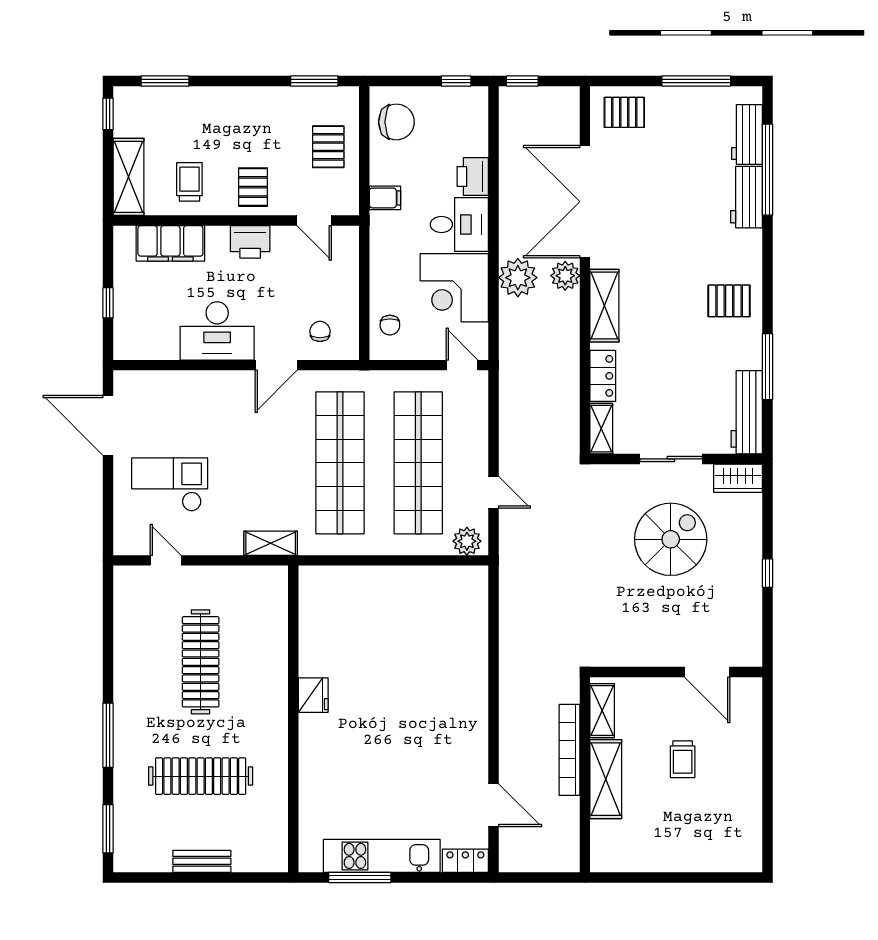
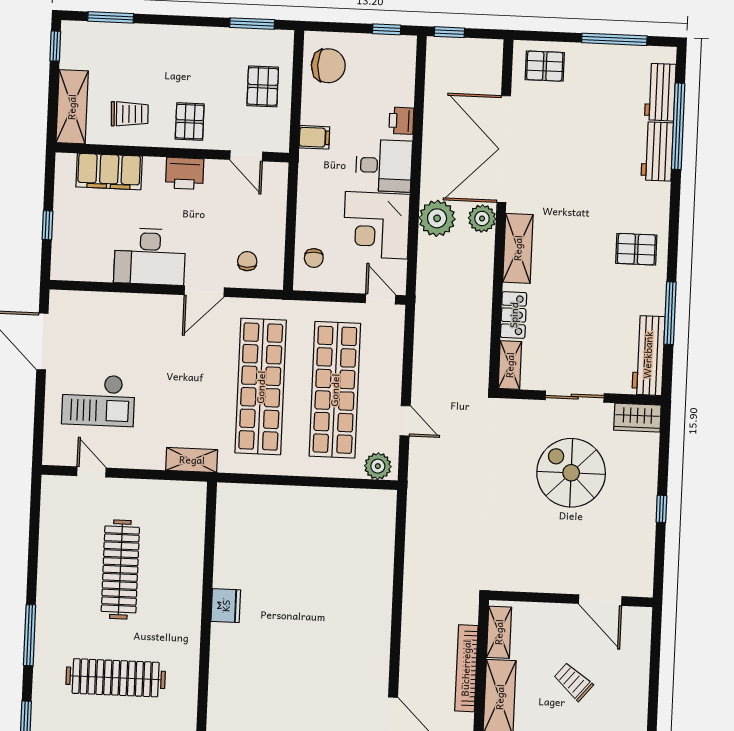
printer: (473, 176) -> (401, 121), width x0.73, depth x0.81
trolley: (189, 182) -> (130, 114), turned 88
checkout: (170, 485) -> (98, 400), turned 180
spiral stairs: (671, 539) -> (571, 473), turned -90
trolley: (683, 759) -> (573, 682), turned 130

